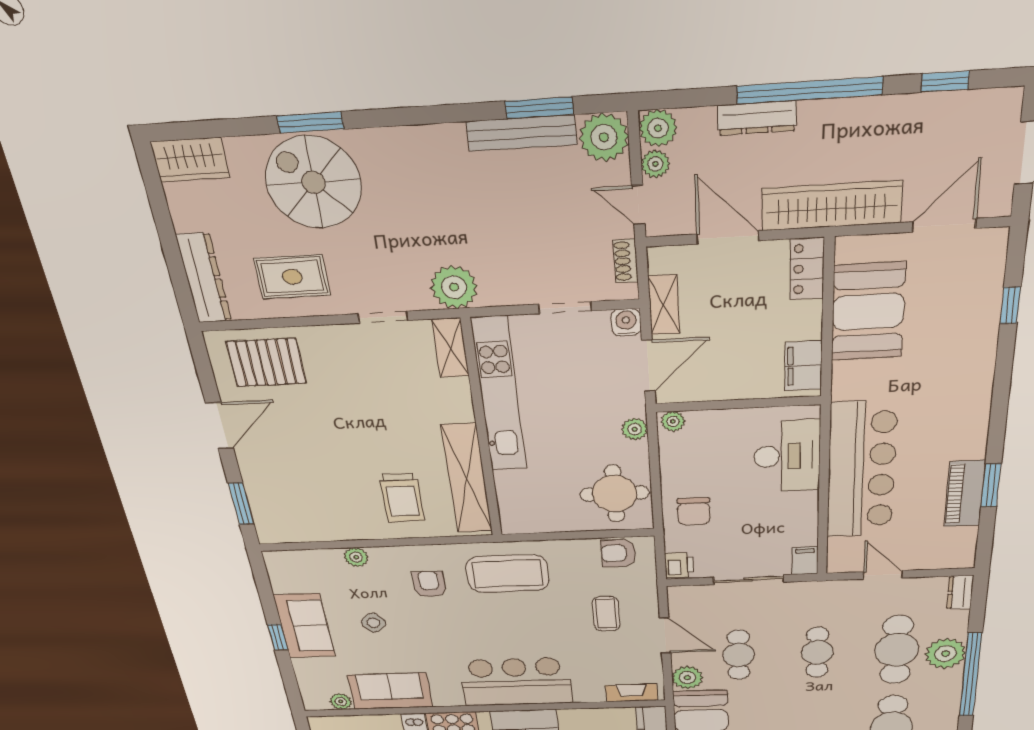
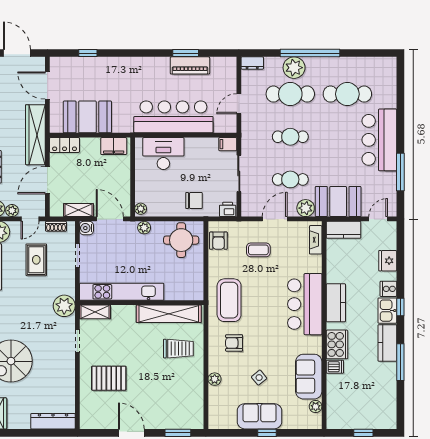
rug: (292, 277) -> (36, 260), moved
pallet: (266, 363) -> (109, 378), moved, turned 90

